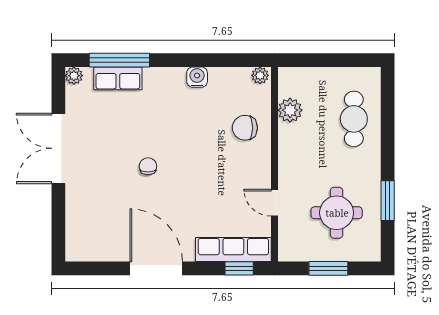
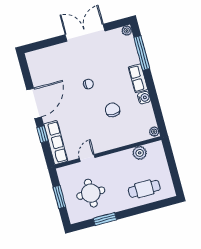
row of seats: (118, 78) -> (138, 78), moved
chair: (245, 128) -> (112, 110), moved
window: (239, 268) -> (42, 134), moved

